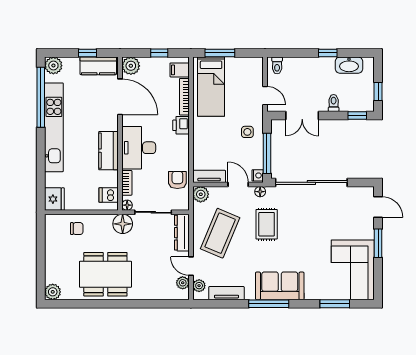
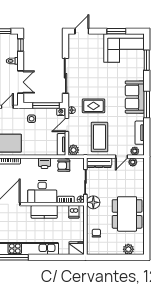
printer: (181, 125) -> (45, 163), moved
sliding door: (311, 182) -> (65, 76), width x0.73
coffee table: (220, 233) -> (99, 137), turned 67
window: (378, 243) -> (116, 31), moved
plant: (53, 292) -> (128, 249), moved

